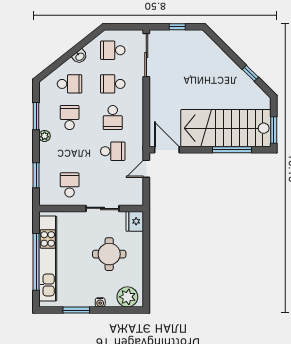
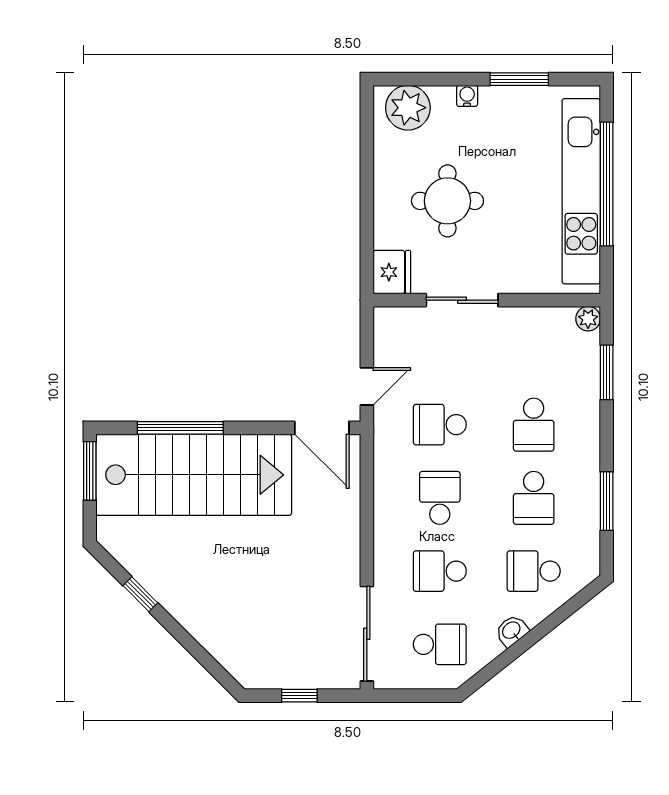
school desk: (113, 84) -> (440, 571), turned 180
plant: (45, 136) -> (588, 319), moved
school desk: (70, 185) -> (534, 425), moved

